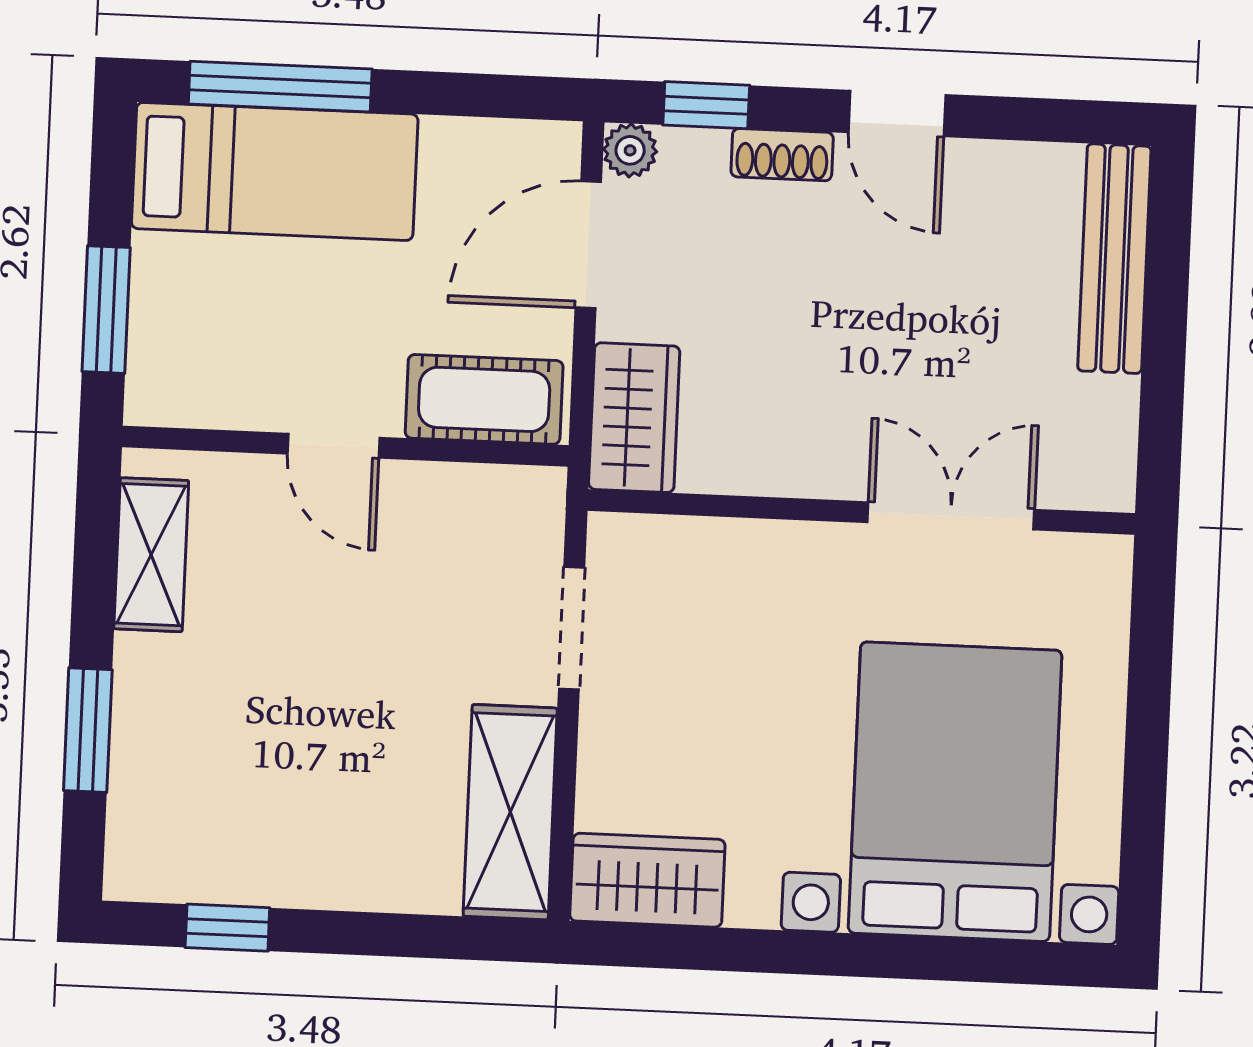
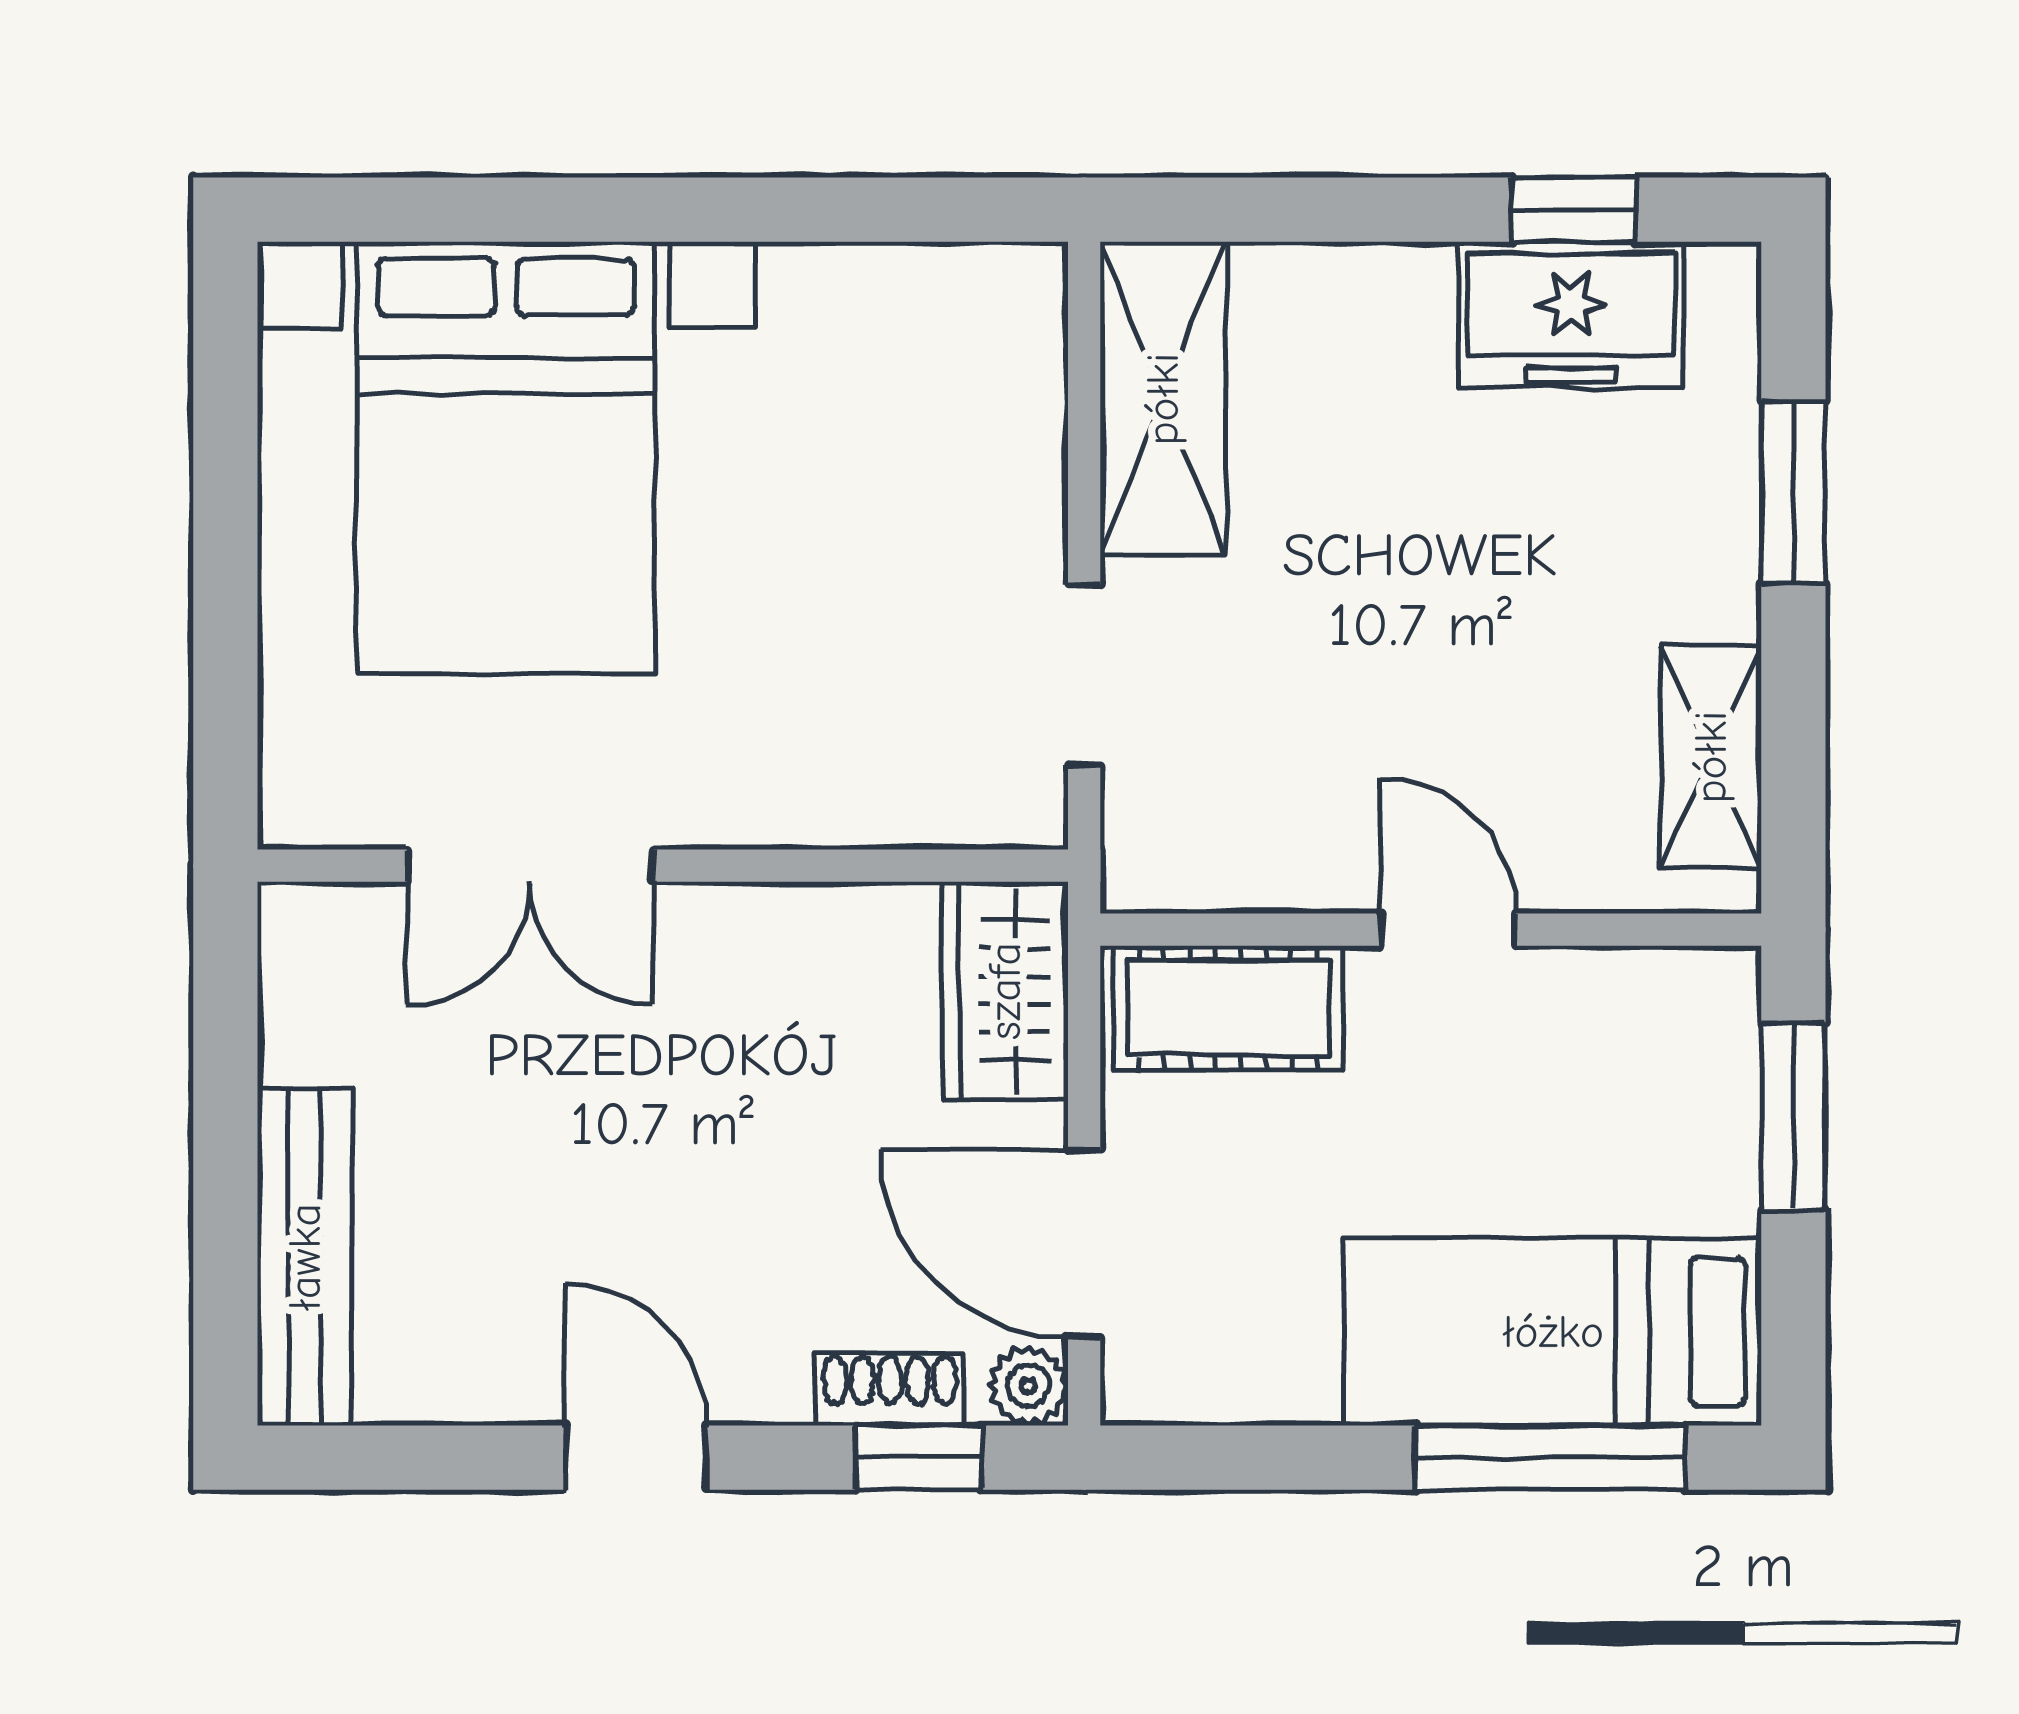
shoe rack: (782, 155) -> (890, 1389), moved
door: (588, 245) -> (1084, 1243), swing flipped
freezer: (233, 857) -> (1571, 315), added
wardrobe: (647, 880) -> (956, 307), removed

